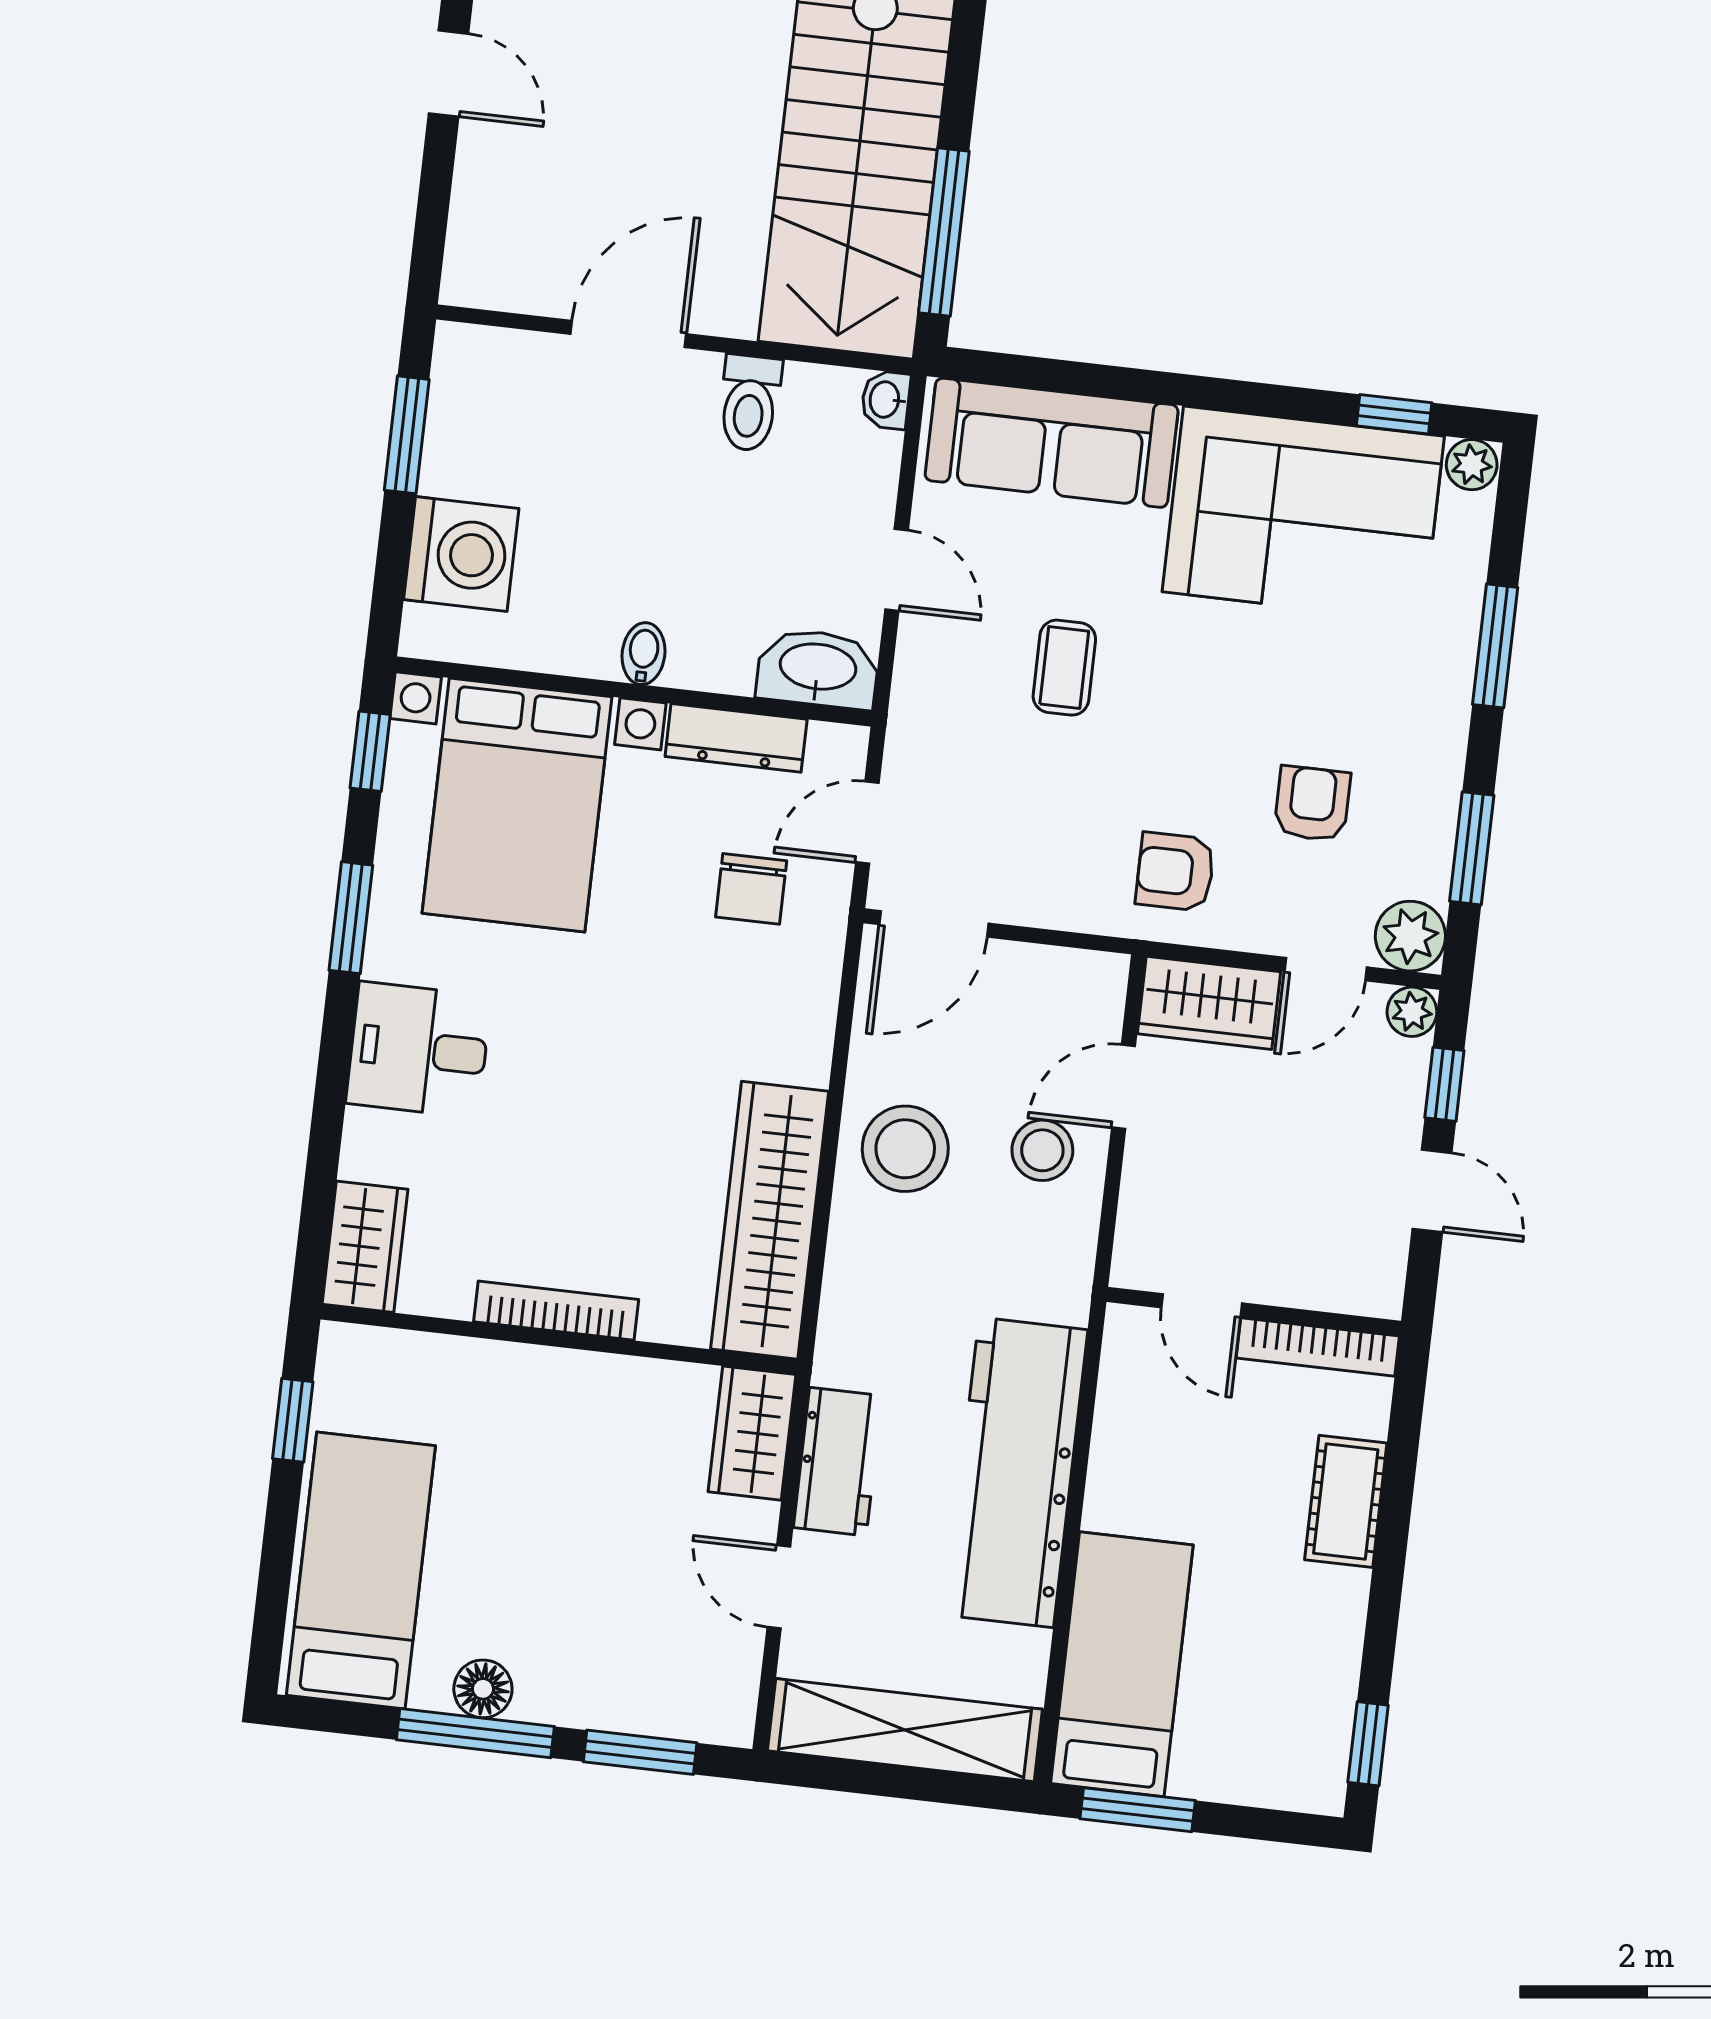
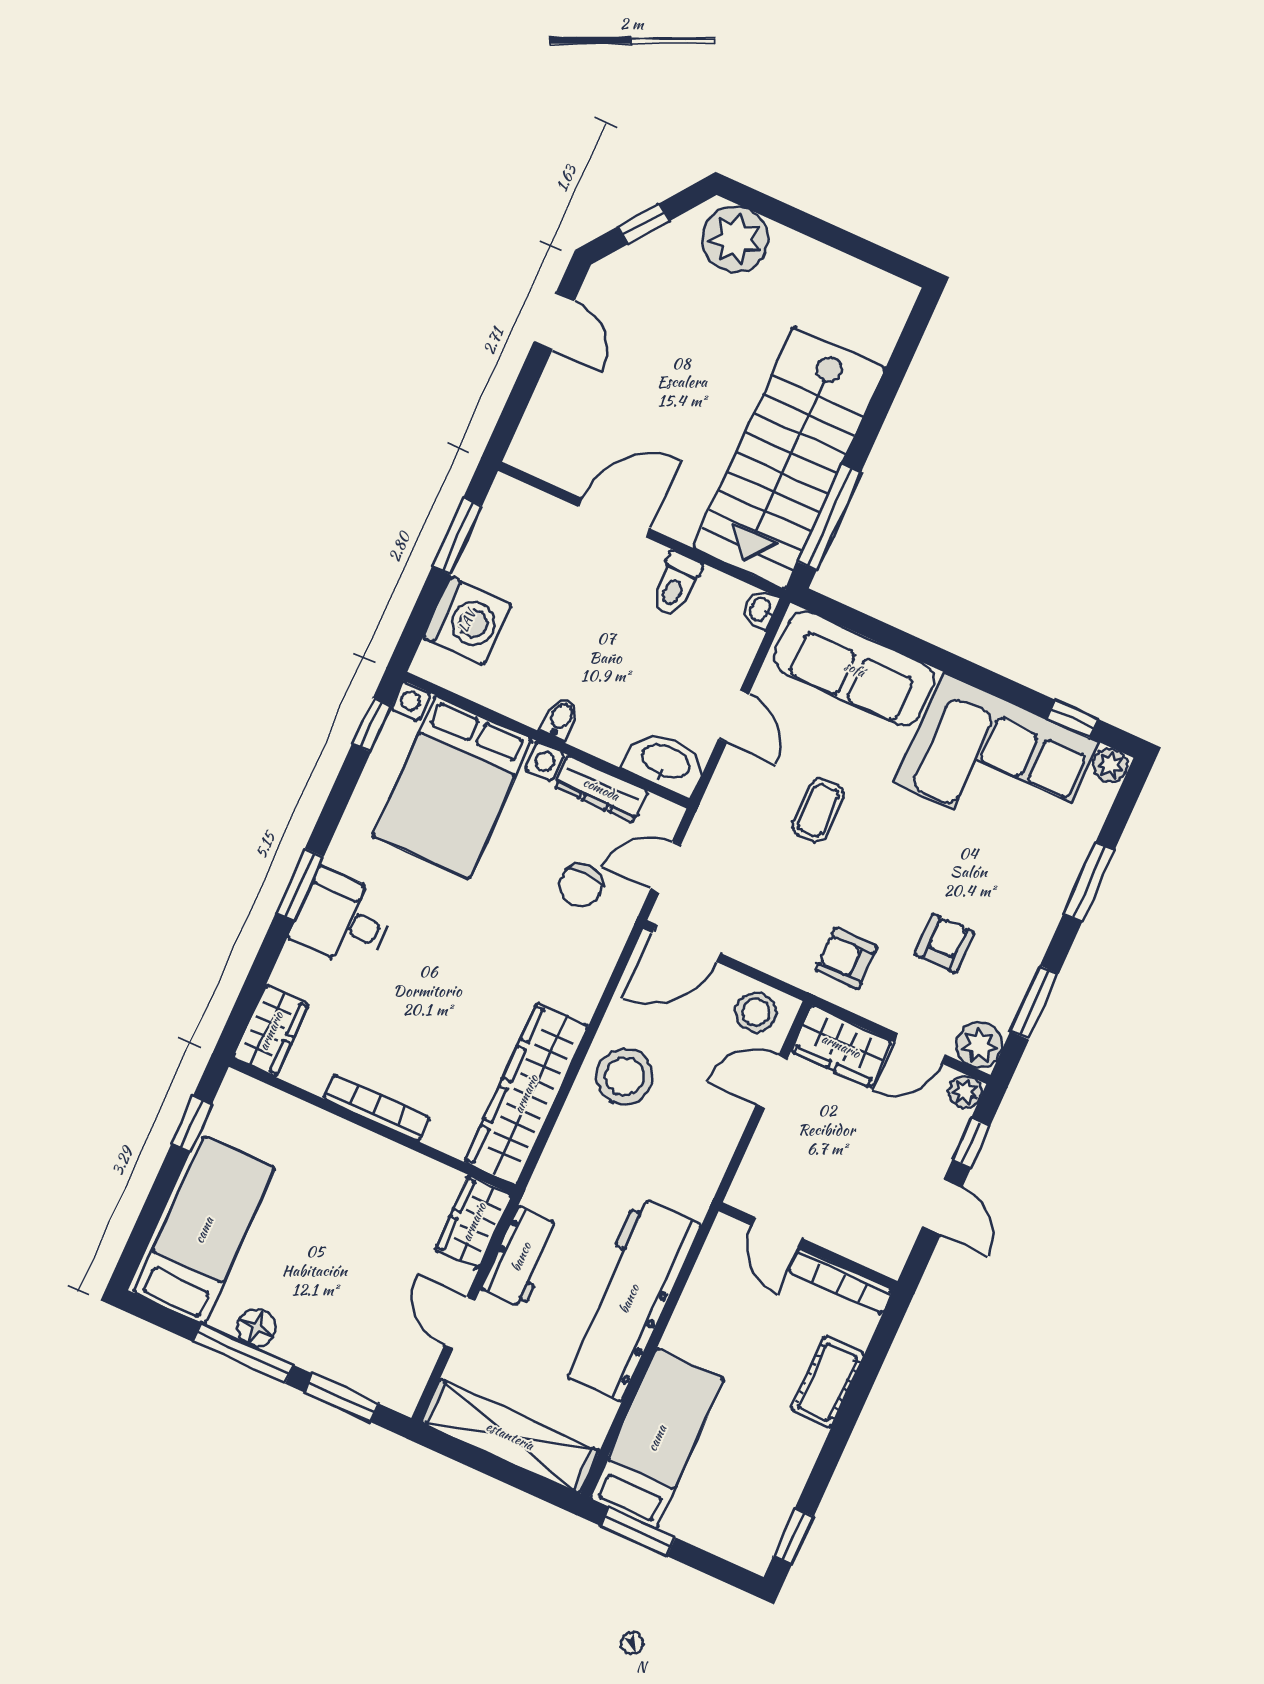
window: (351, 918) -> (300, 885), moved
stool: (1042, 1150) -> (756, 1012), moved

